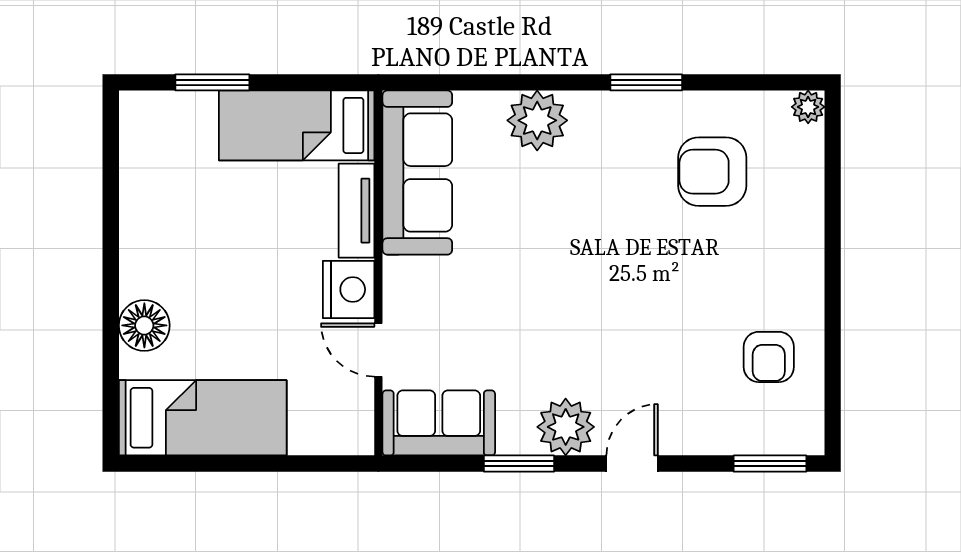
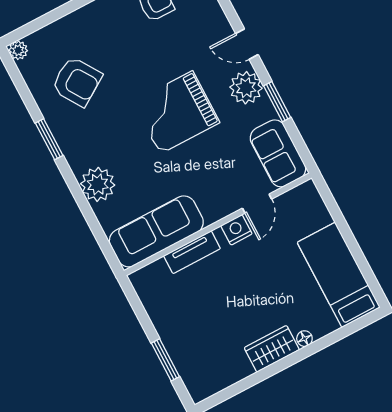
bed: (297, 125) -> (165, 305), removed
armchair: (712, 172) -> (77, 82), turned -33
wardrobe: (143, 255) -> (272, 349), added
nightstand: (349, 289) -> (236, 230), width x0.74, depth x0.75
grand piano: (584, 300) -> (176, 112), added
floor lamp: (144, 325) -> (304, 339), width x0.53, depth x0.53

